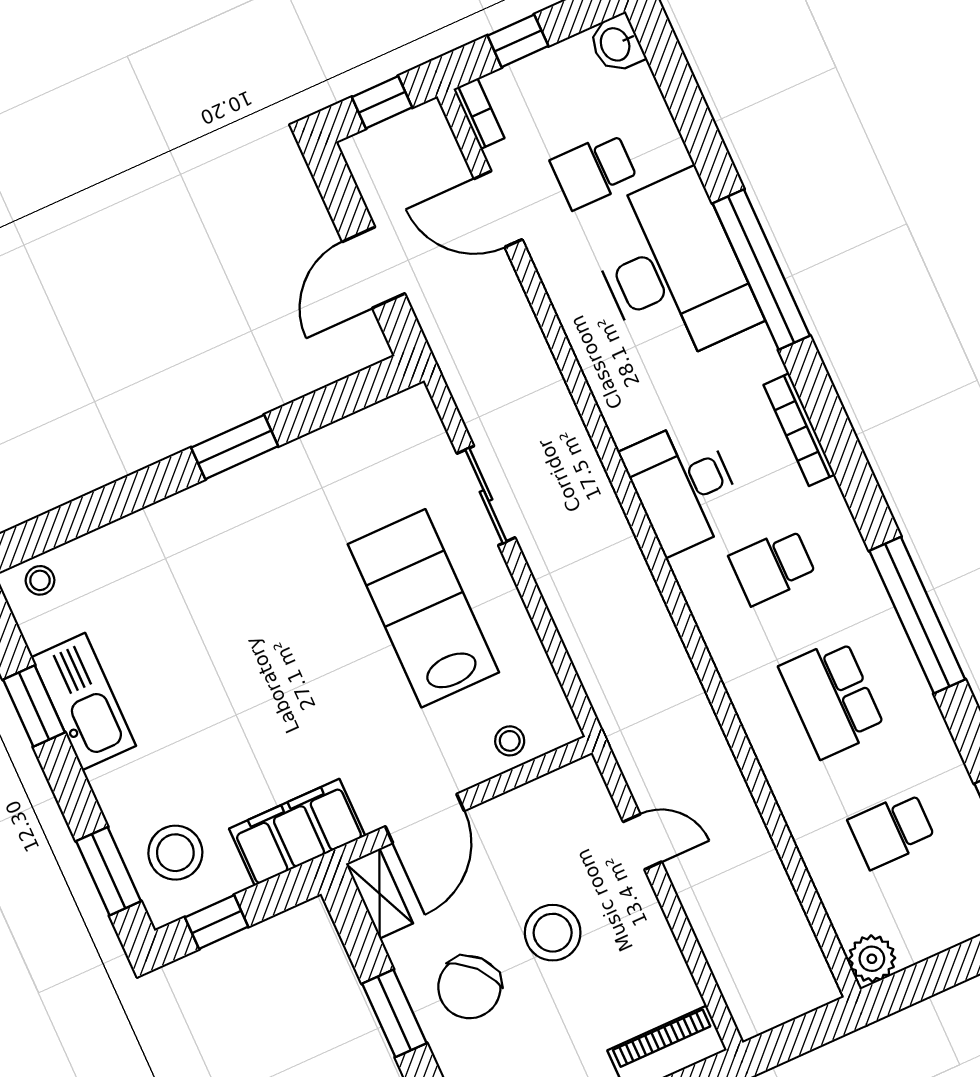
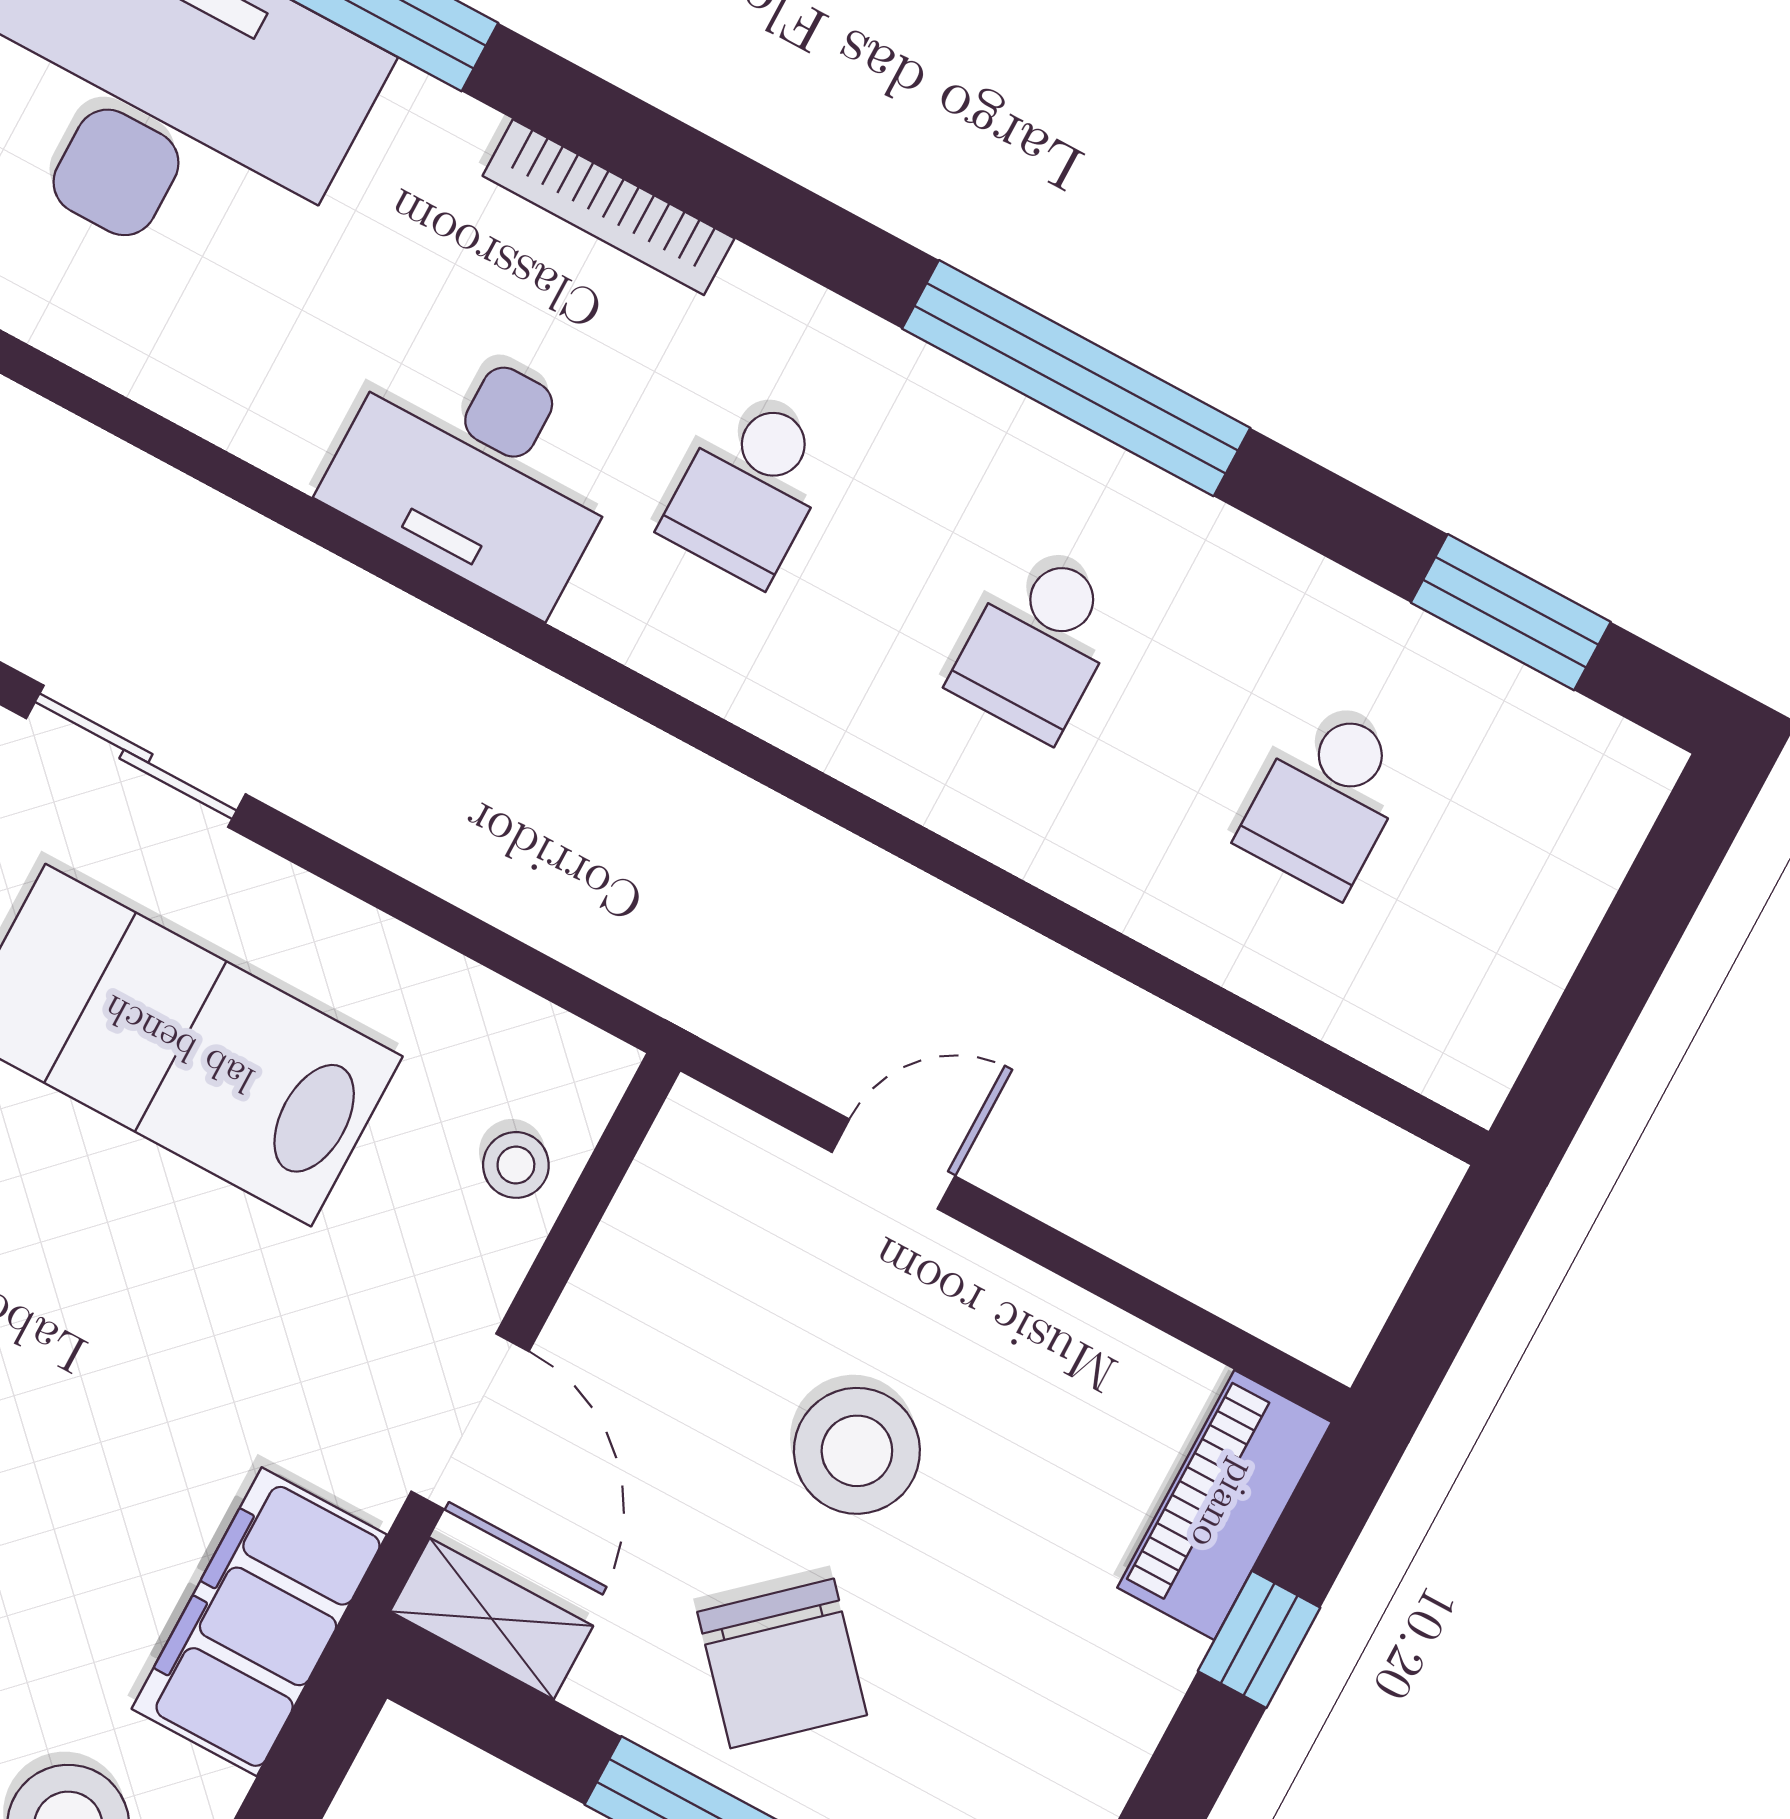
school desk: (832, 698) -> (1037, 645), width x0.54
plant: (872, 959) -> (1467, 1059), removed

